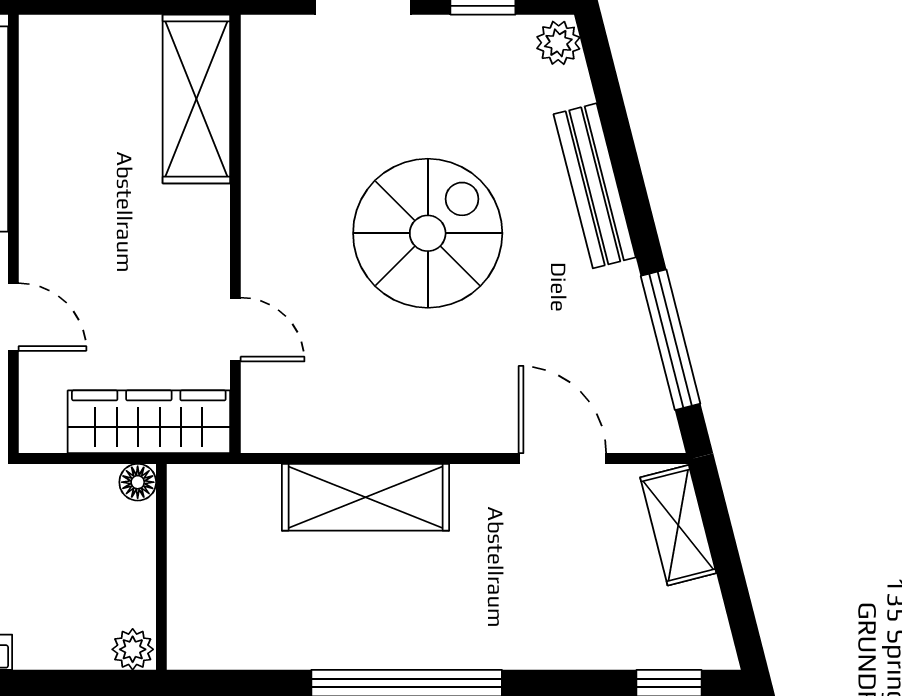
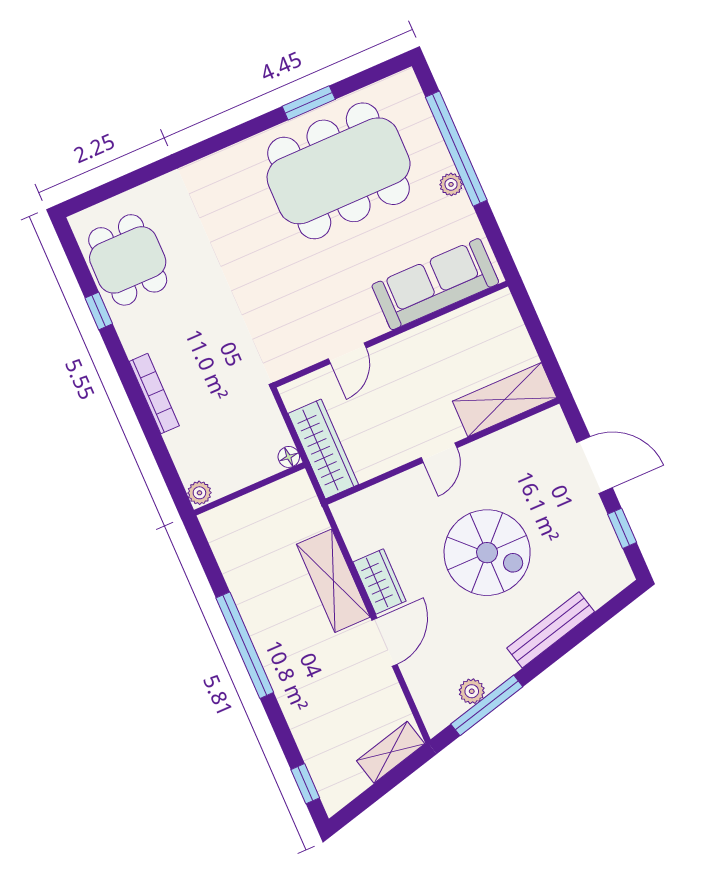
plant: (558, 43) -> (472, 691), moved
door: (235, 330) -> (439, 453), moved
wardrobe: (399, 424) -> (380, 581), added
door: (562, 459) -> (385, 642), moved

